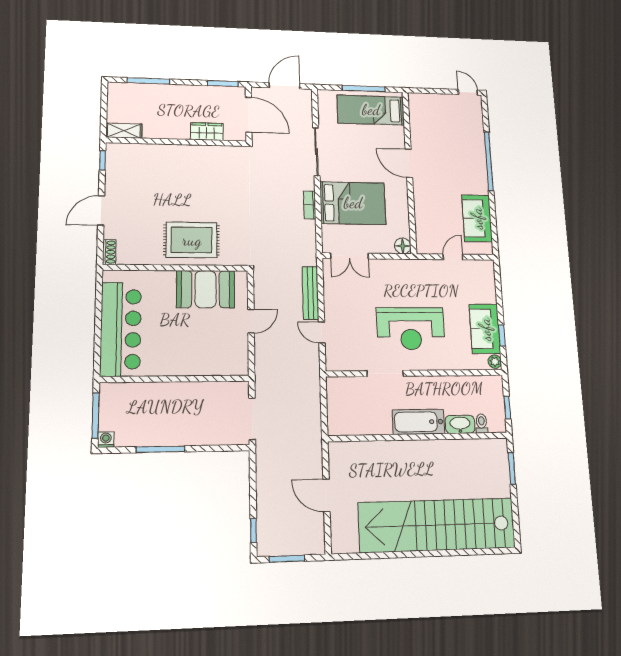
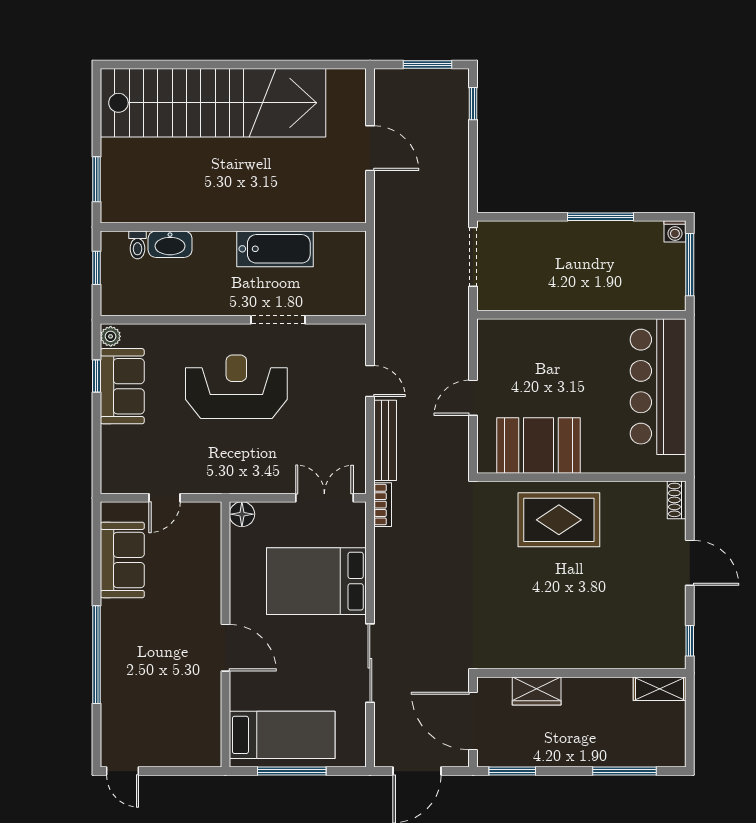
bookcase: (310, 205) -> (383, 505), moved
door: (101, 211) -> (690, 563), hinge flipped
bathtub: (418, 422) -> (275, 249), moved

